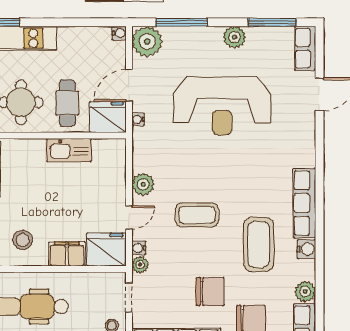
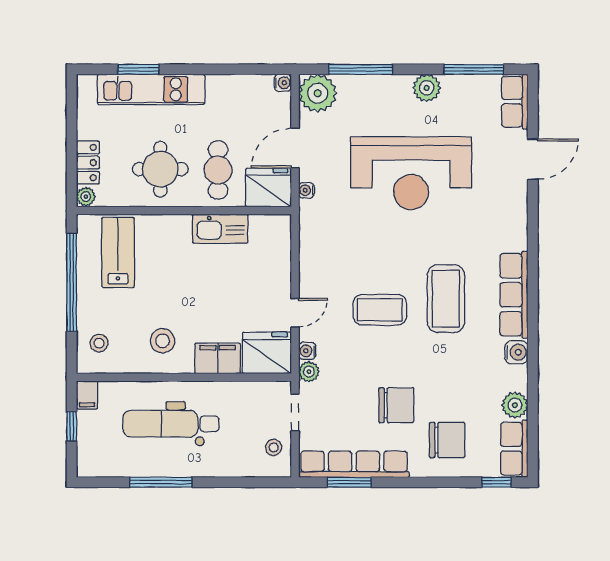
plant: (143, 184) -> (313, 271), removed
coffee table: (259, 244) -> (446, 299), moved

